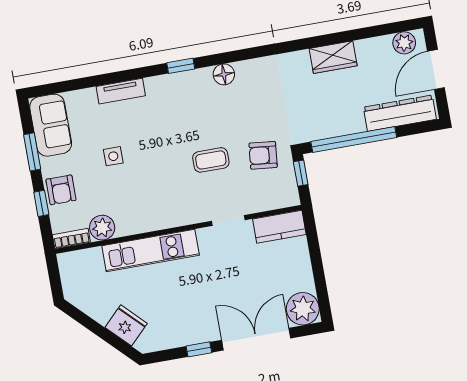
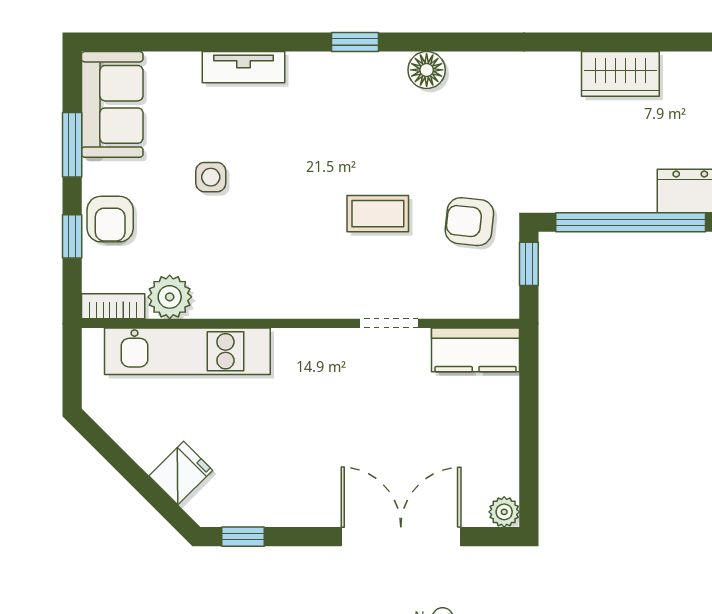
kitchen unit: (151, 250) -> (187, 351), moved
plant: (303, 309) -> (504, 512), width x0.53, depth x0.53
fridge: (126, 325) -> (181, 473), width x0.72
window: (199, 349) -> (243, 537), moved

